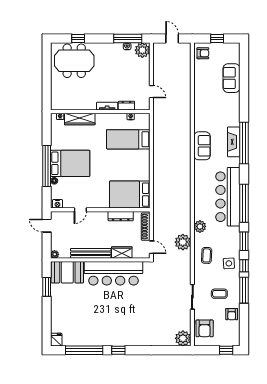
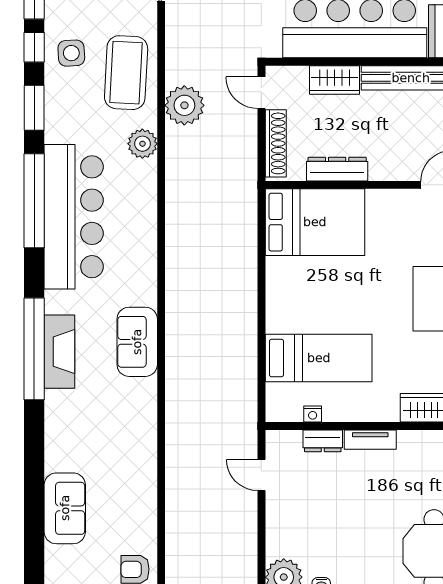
coffee table: (207, 255) -> (126, 73), width x1.86, depth x1.72

